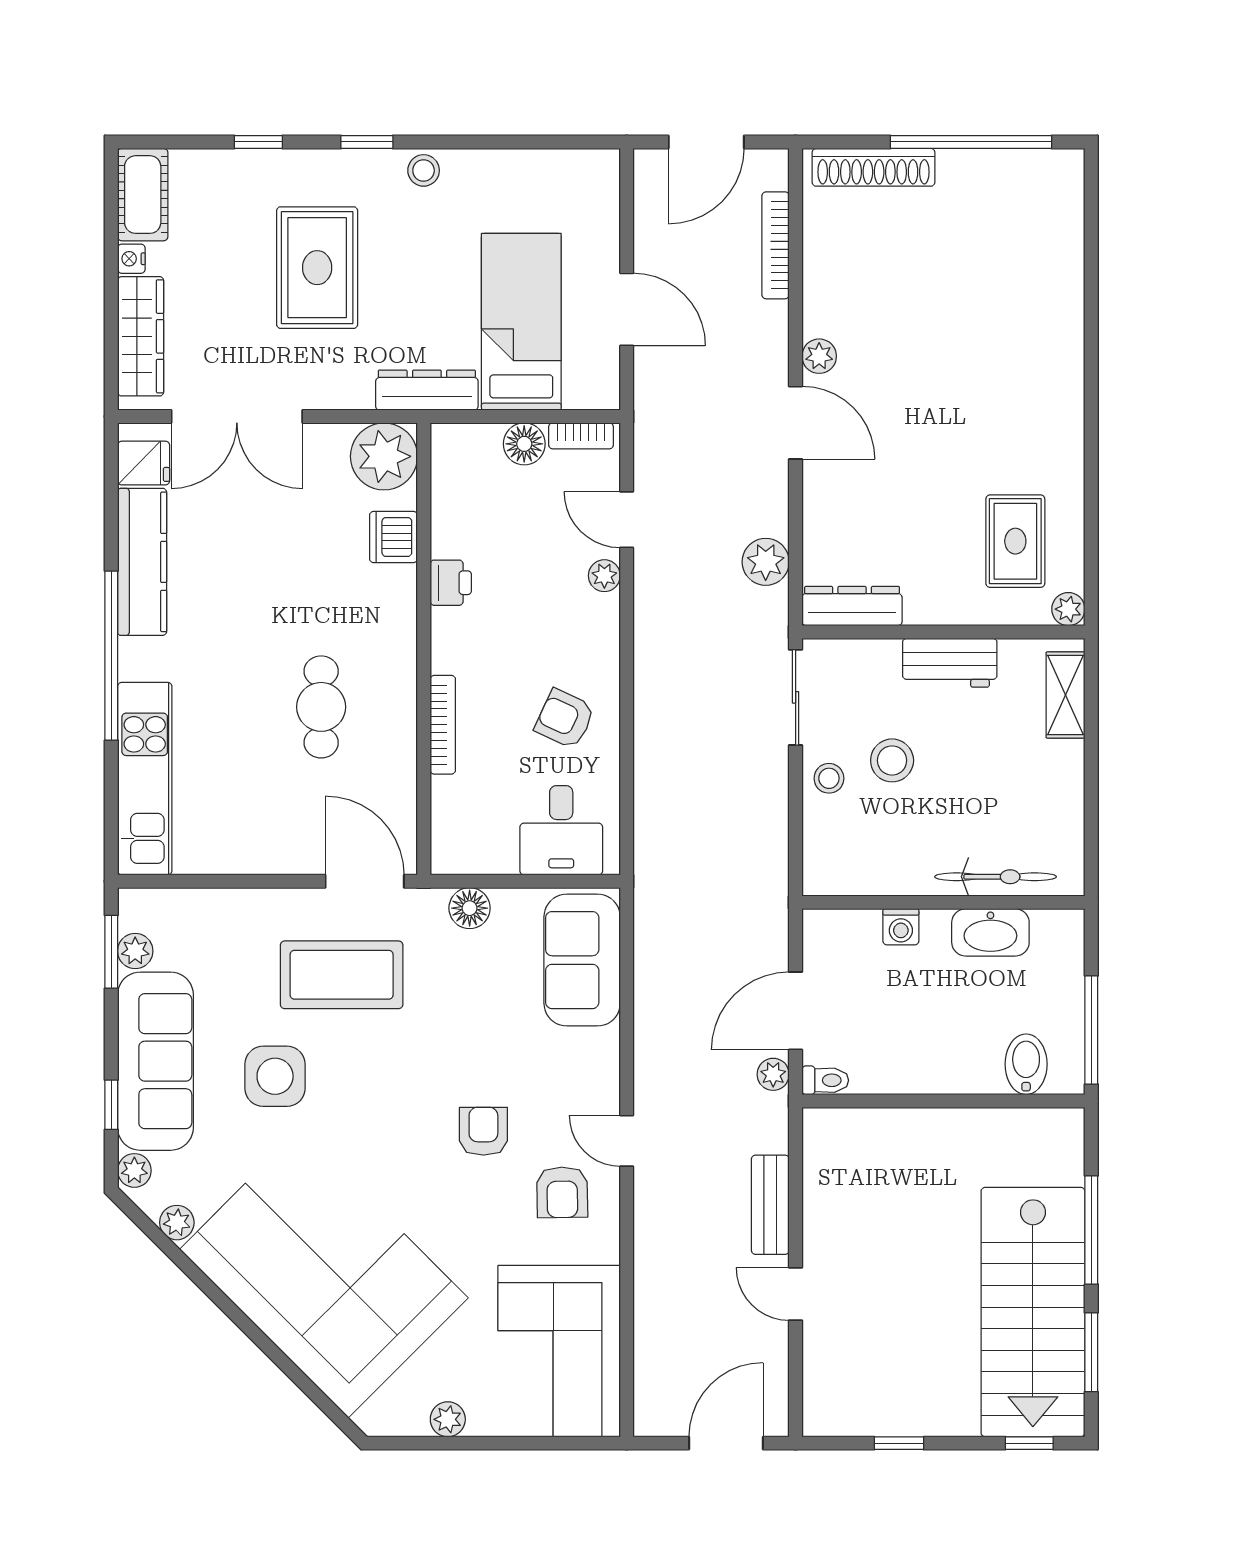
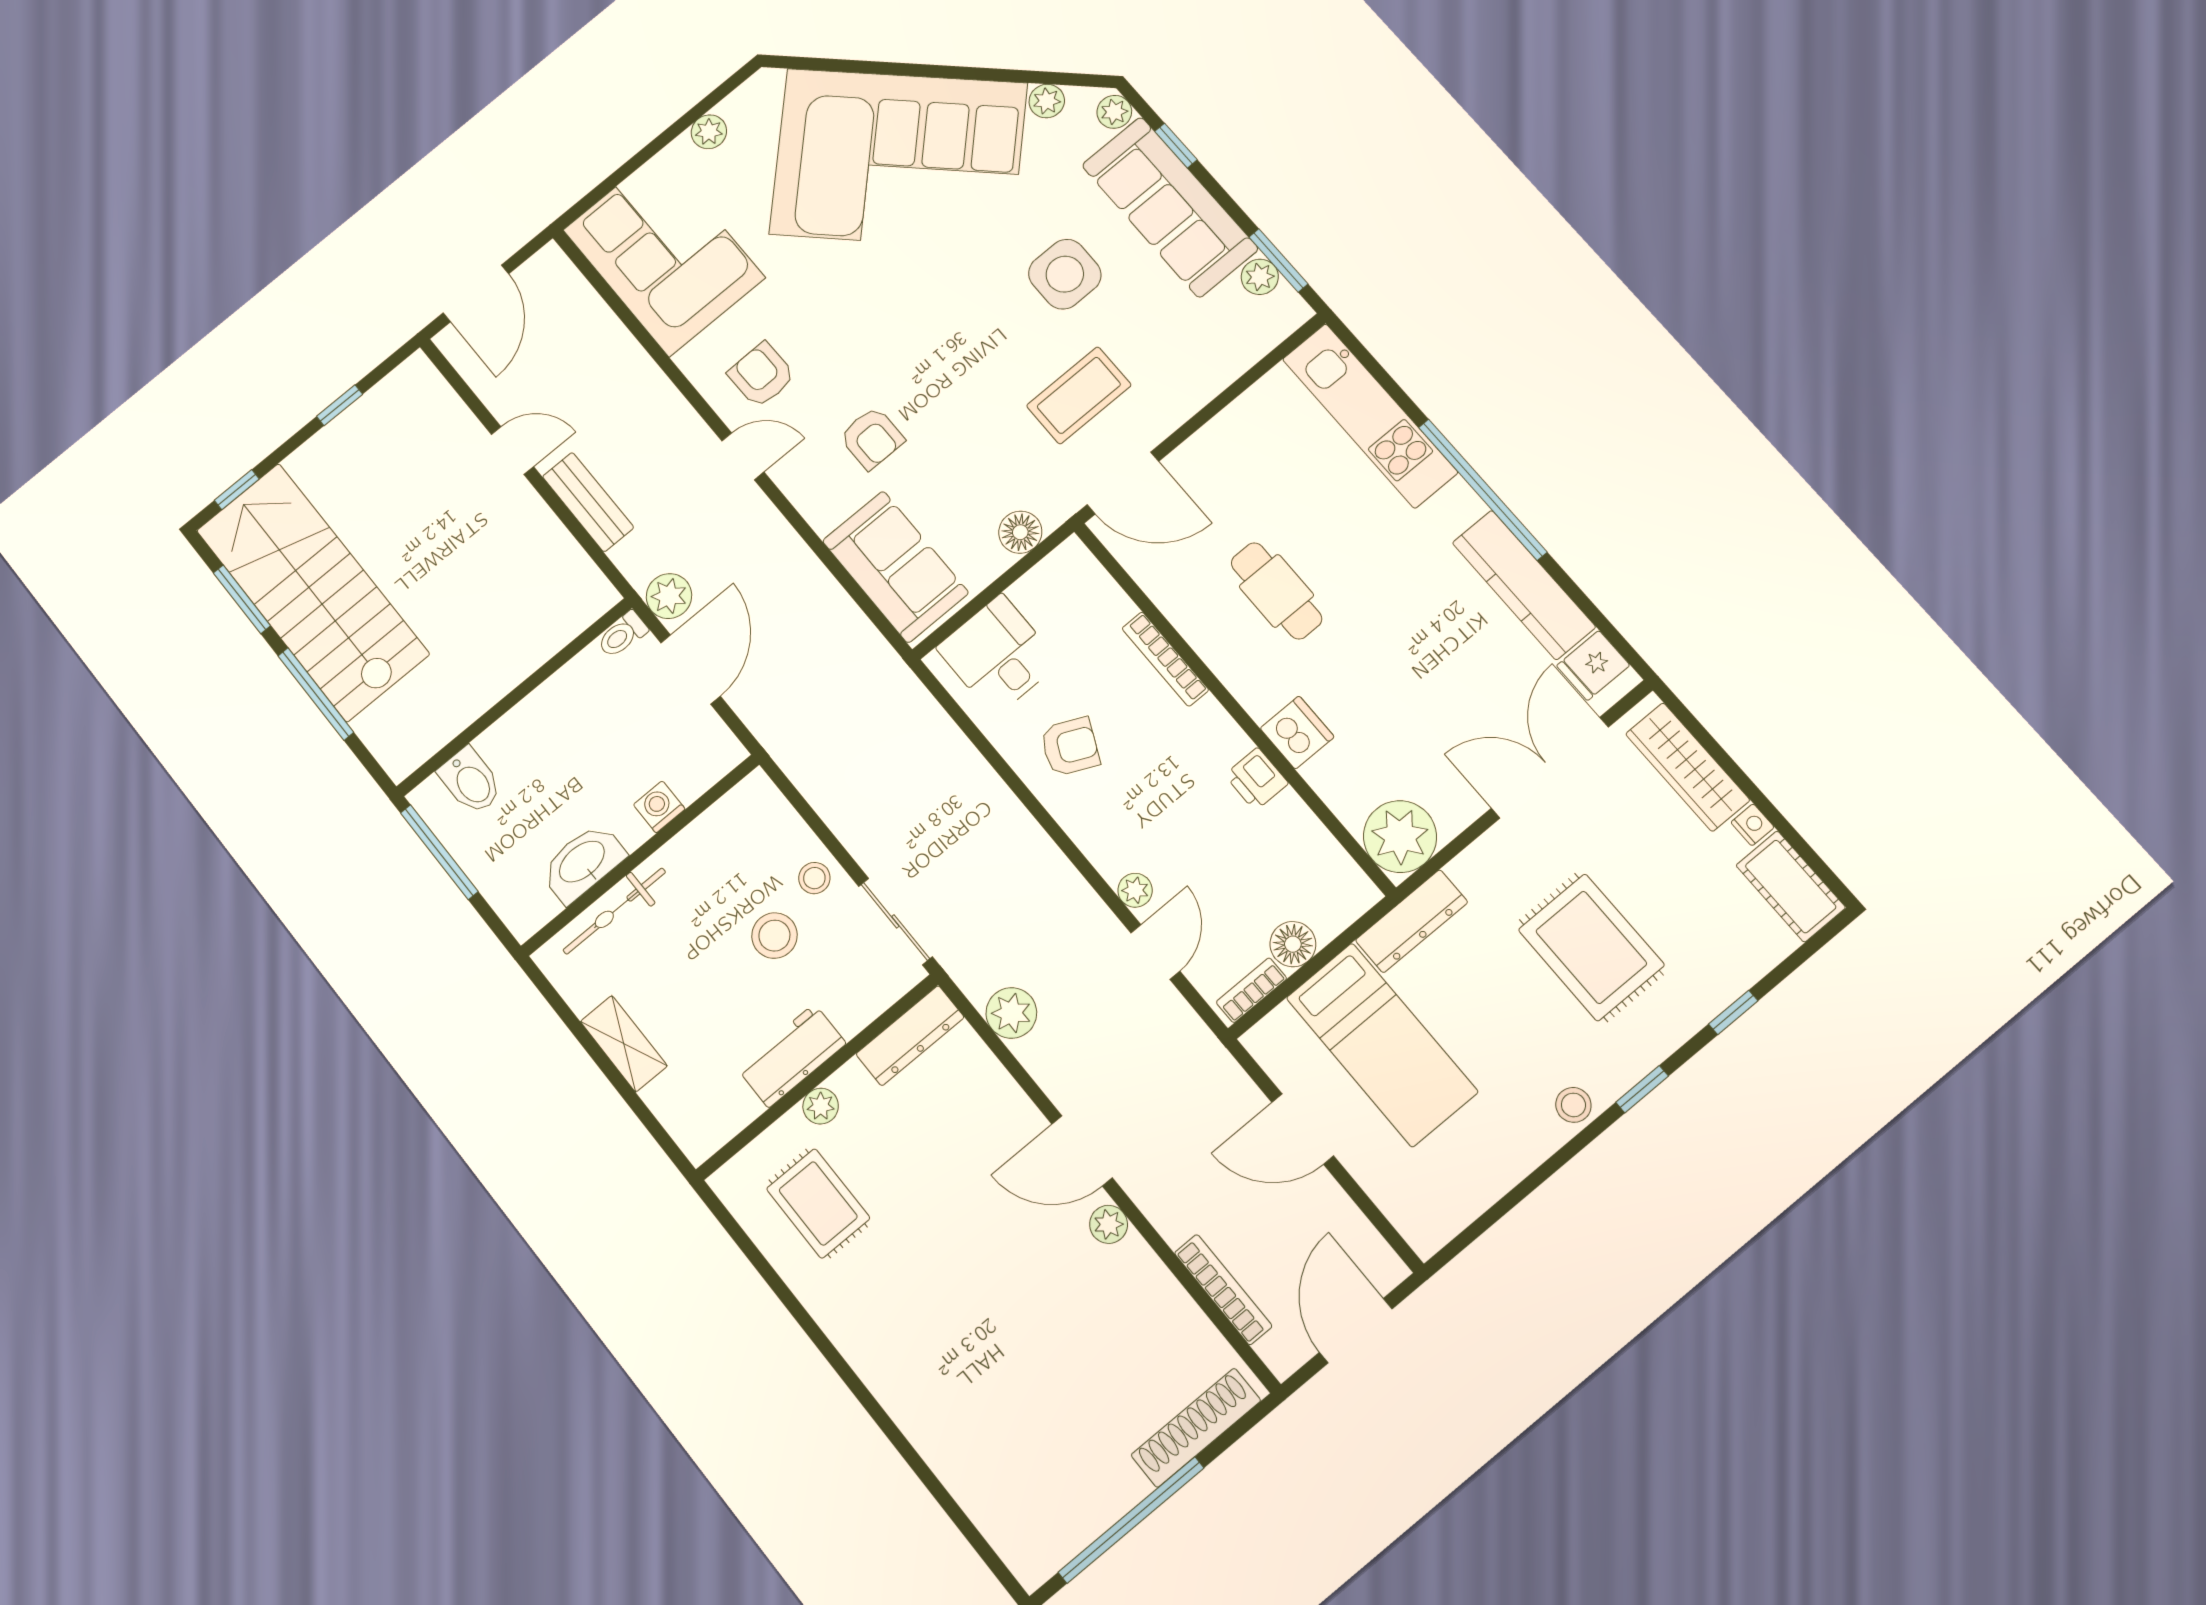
door: (627, 520) -> (1155, 952), hinge flipped
dishwasher: (394, 537) -> (1297, 733), moved
plant: (1068, 609) -> (821, 1106), moved
shelving: (1066, 695) -> (624, 1044), moved
coffee table: (342, 975) -> (1079, 395), width x0.73, depth x0.76
plant: (773, 1074) -> (669, 596), width x1.38, depth x1.38
armchair: (483, 1131) -> (872, 438), moved

